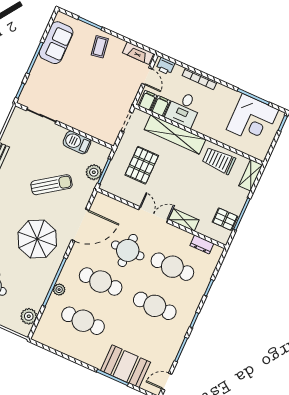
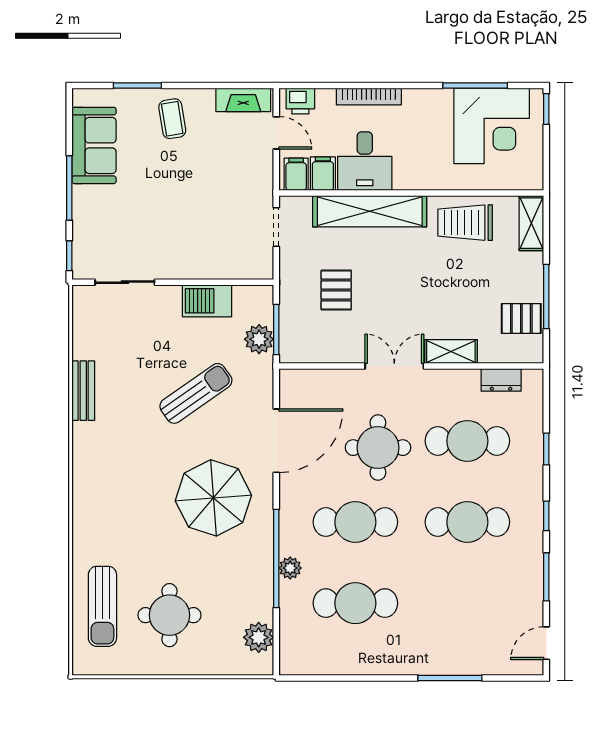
pallet: (142, 165) -> (336, 290), width x0.67, depth x0.71
booth: (125, 366) -> (464, 649), removed

